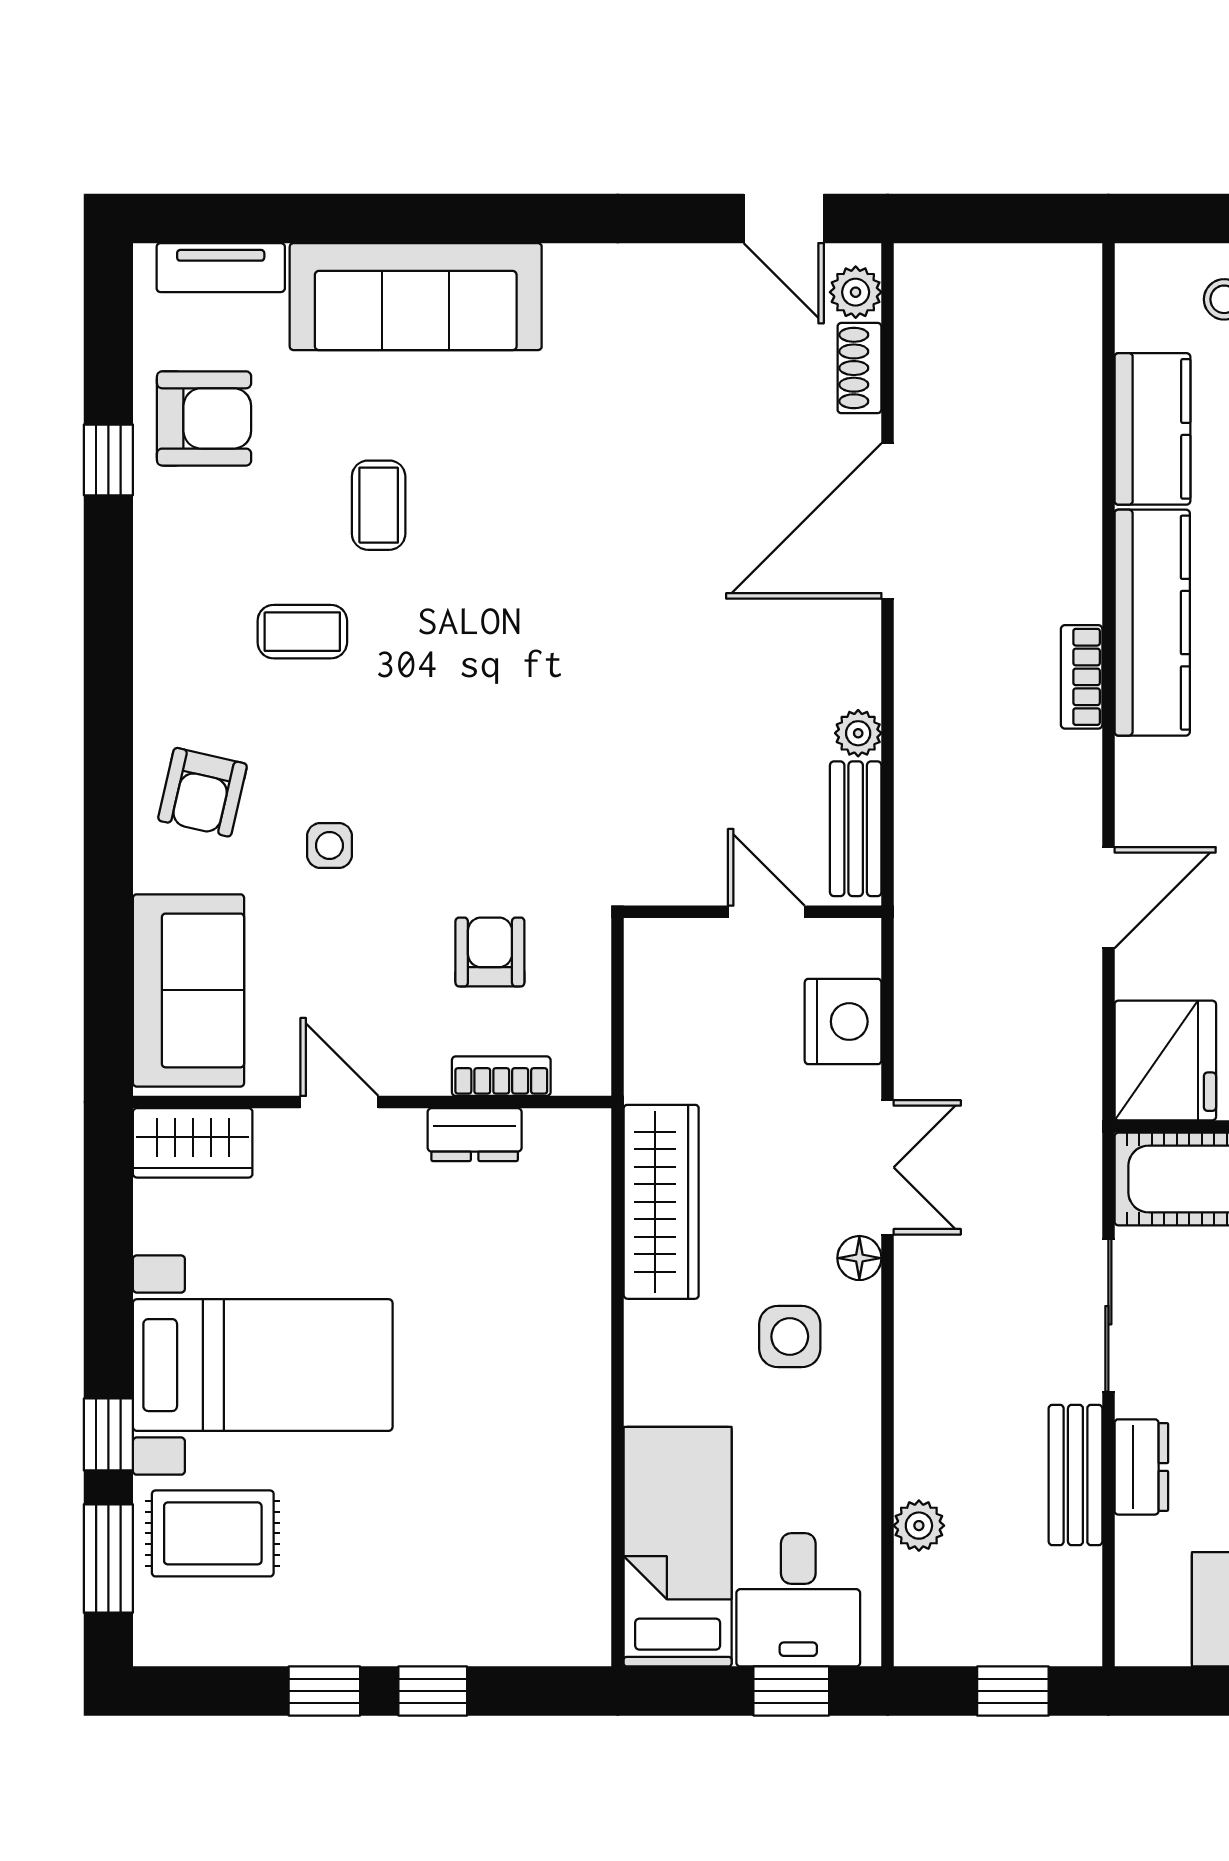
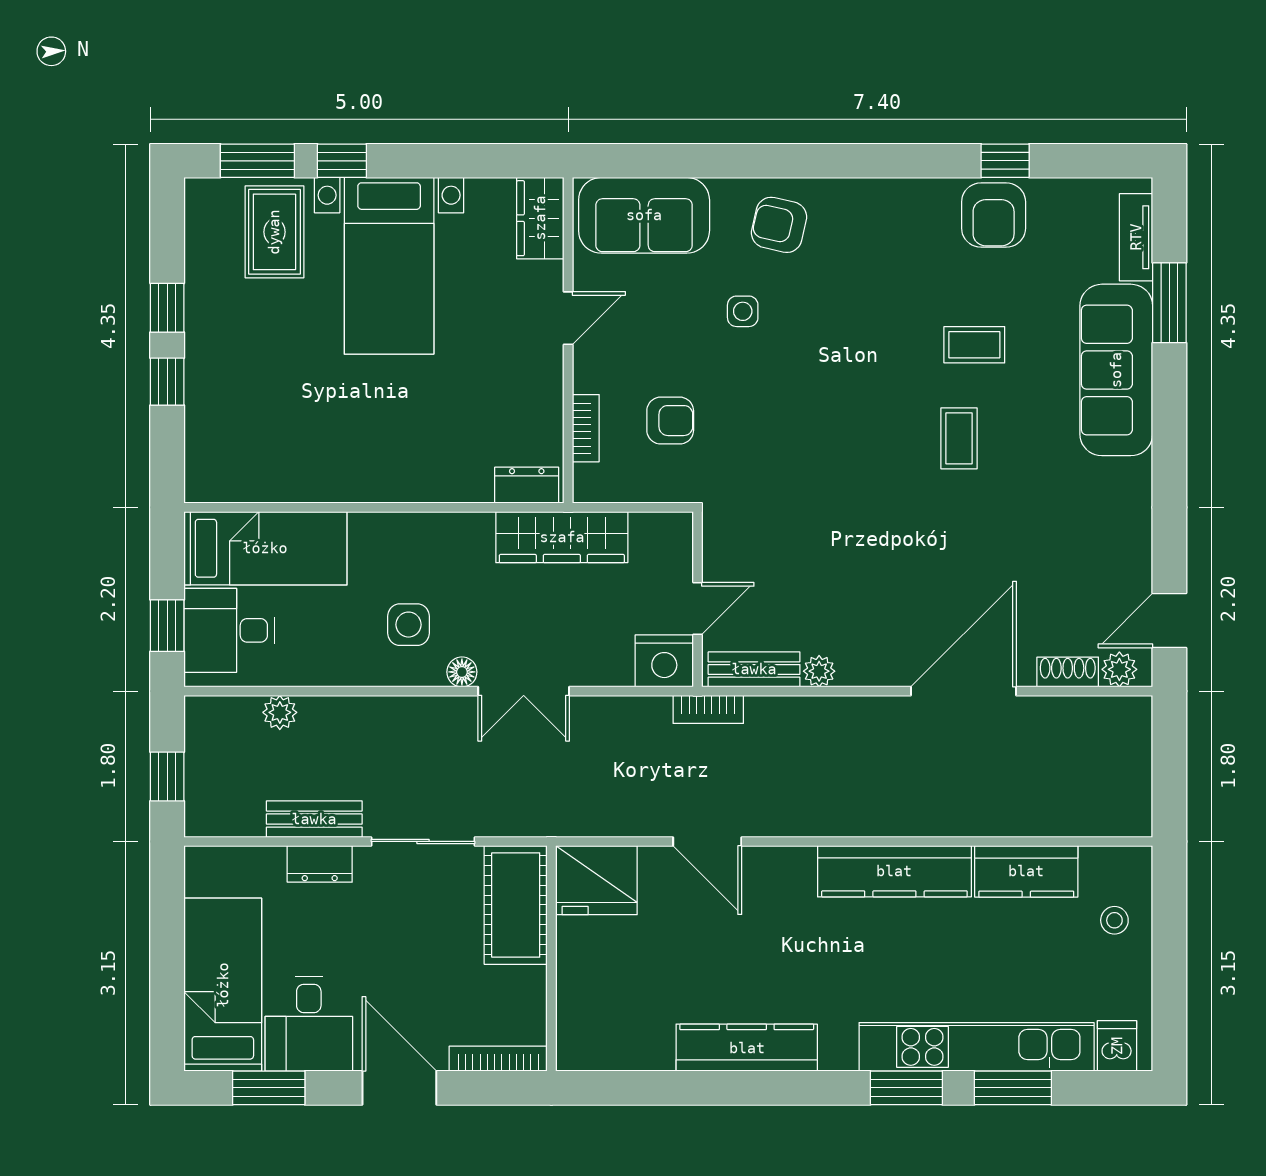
window: (317, 219) -> (1169, 303), added
armchair: (204, 418) -> (994, 215), moved
door: (888, 521) -> (964, 691), hinge flipped
coffee table: (302, 632) -> (959, 438), moved
bookcase: (1082, 677) -> (708, 709), moved, turned 180
nightstand: (843, 1022) -> (664, 661), moved
dresser: (475, 1135) -> (527, 485), moved, turned 90
wardrobe: (661, 1202) -> (562, 537), moved

